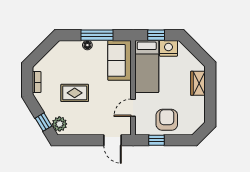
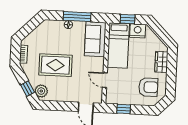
rug: (75, 93) -> (55, 65), width x1.36, depth x1.43
door: (133, 108) -> (105, 80), hinge flipped
armchair: (167, 120) -> (148, 87), moved, turned 90

